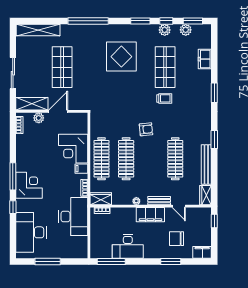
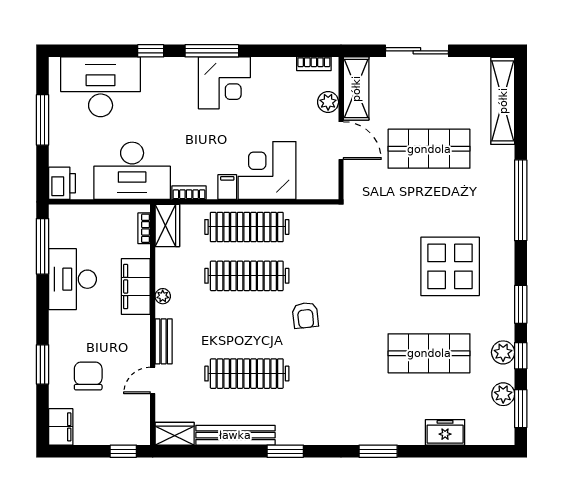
trolley: (164, 98) -> (367, 352), removed
corner desk: (29, 185) -> (224, 83), moved
filing cabinet: (150, 215) -> (136, 286), moved
printer: (80, 252) -> (62, 183), added

